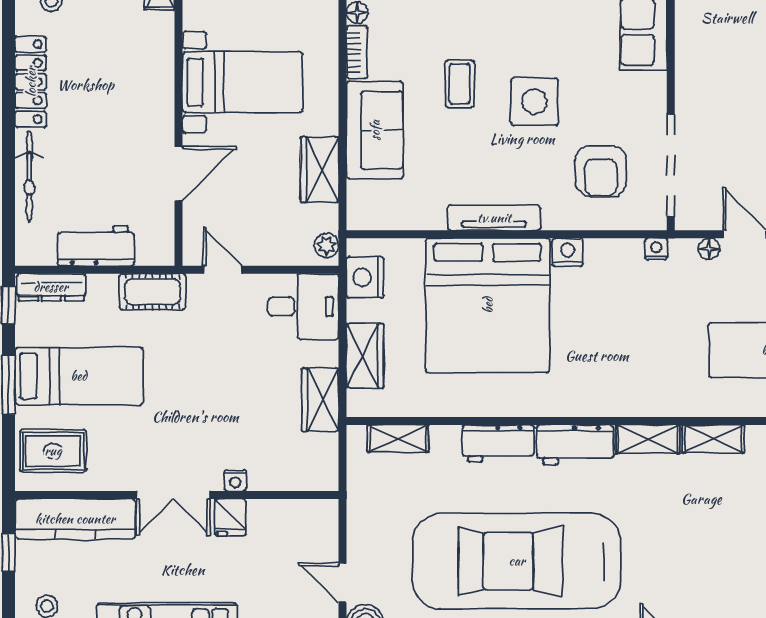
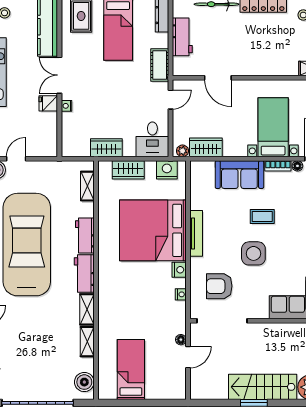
bed with nightstands: (242, 82) -> (273, 127), moved, turned 180
wardrobe: (320, 170) -> (206, 147), moved
nightstand: (656, 249) -> (181, 294), moved

